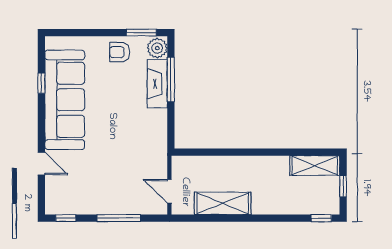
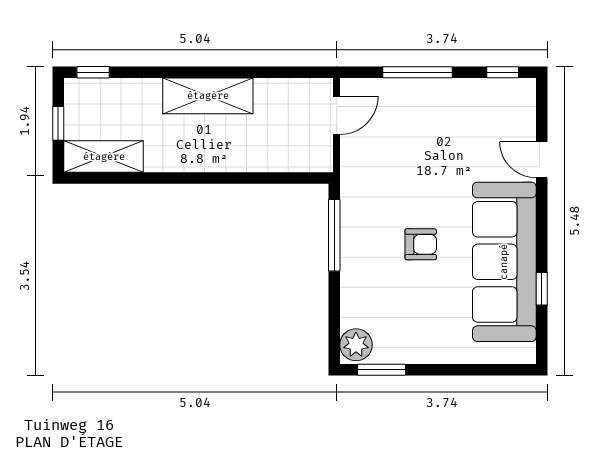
armchair: (120, 52) -> (421, 244), moved
window: (171, 79) -> (334, 235), moved
fireplace: (157, 84) -> (356, 288), removed
door: (169, 191) -> (337, 115), hinge flipped
shelving: (223, 203) -> (208, 96), moved

